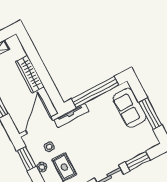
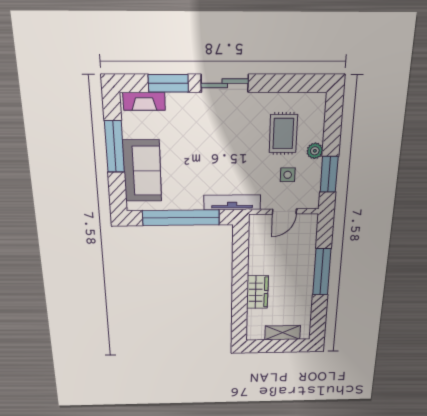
wardrobe: (30, 74) -> (257, 292), width x0.67
door: (39, 125) -> (284, 212), width x0.53
fireplace: (146, 145) -> (144, 101), added

